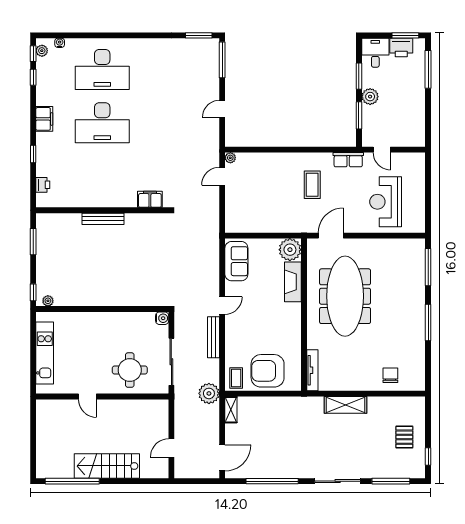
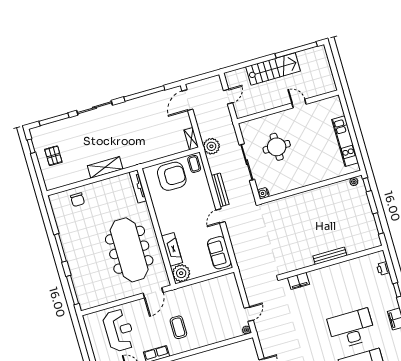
door: (87, 396) -> (299, 104), moved
wall: (102, 396) -> (288, 107), moved

